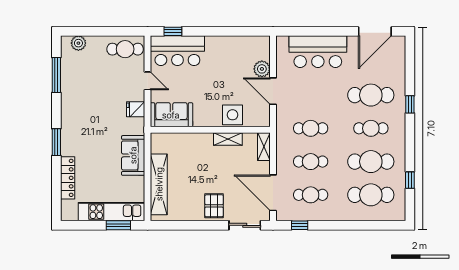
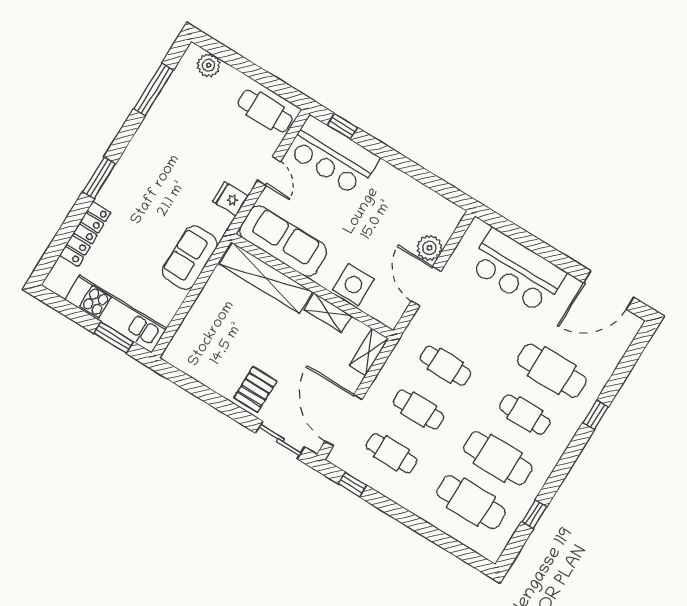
sofa: (171, 115) -> (283, 241), width x1.36
shelving: (159, 184) -> (266, 278), moved, turned 90

